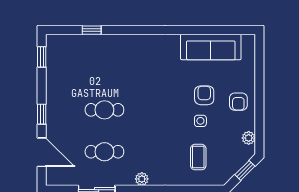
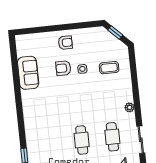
sofa: (211, 47) -> (28, 73), width x0.73
plant: (249, 138) -> (91, 32), removed

